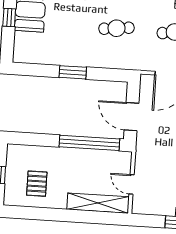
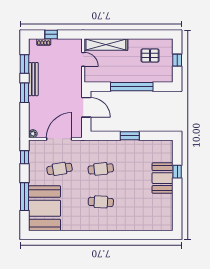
window: (89, 143) -> (132, 87), moved
pallet: (37, 184) -> (150, 55), turned 90

